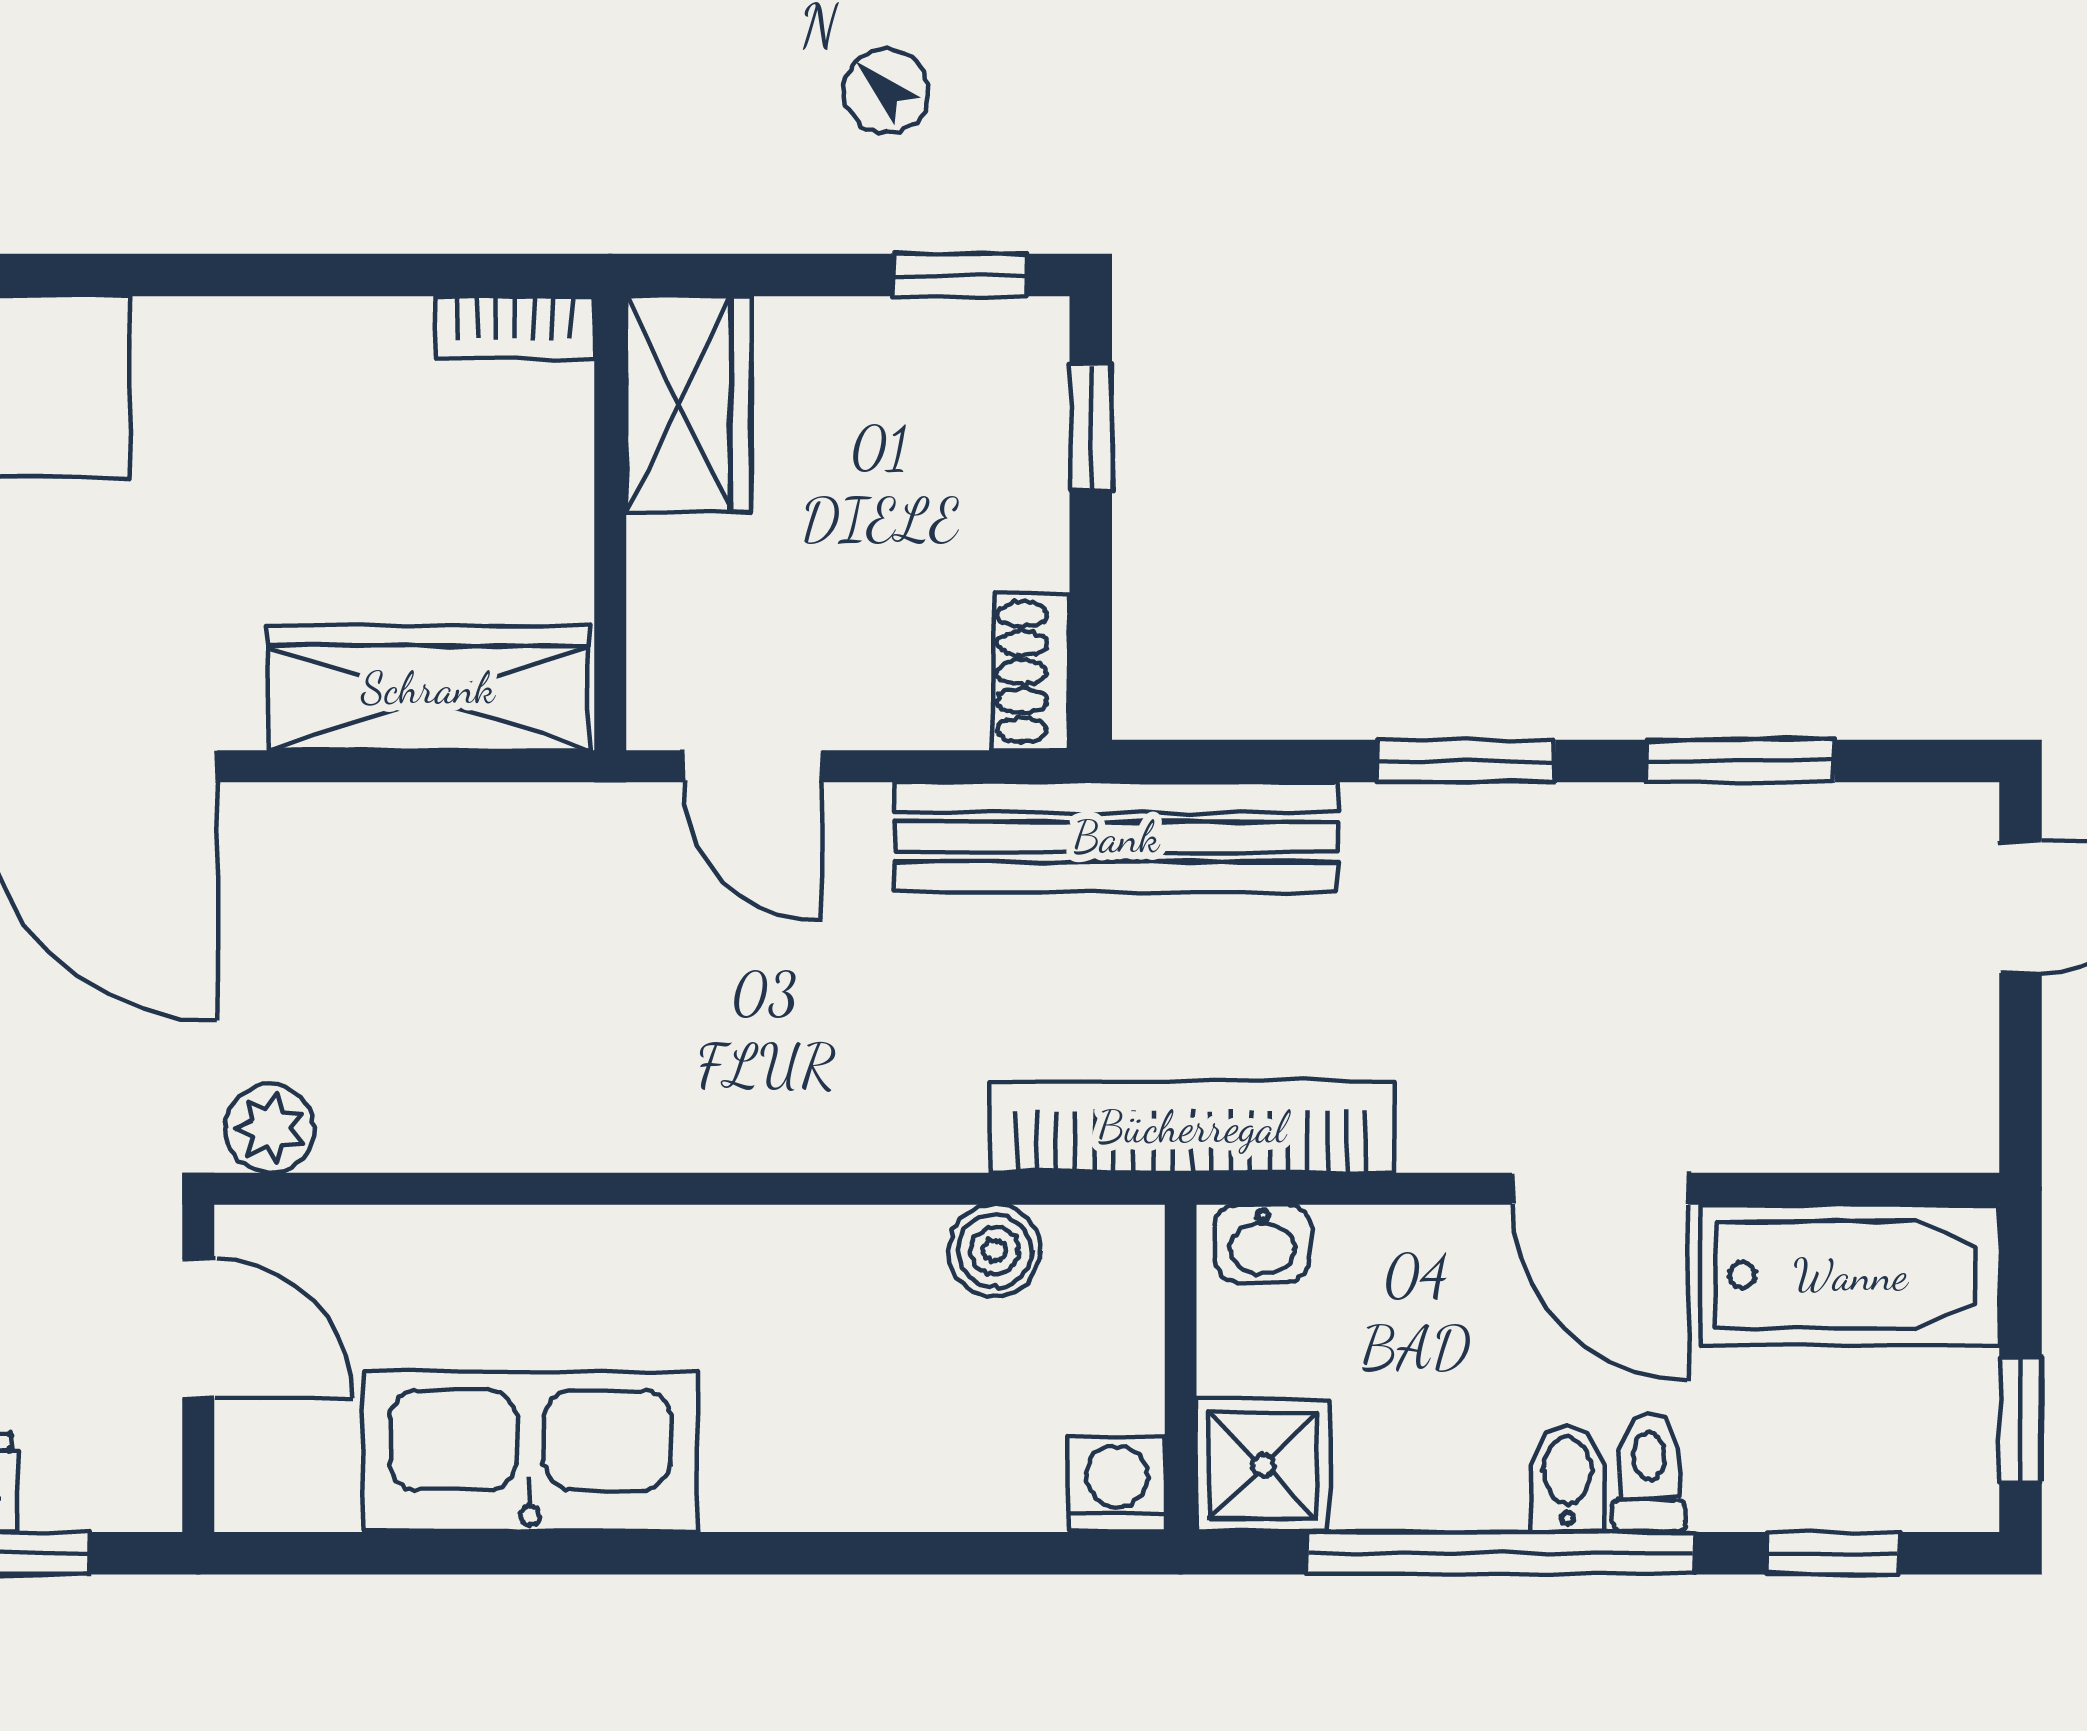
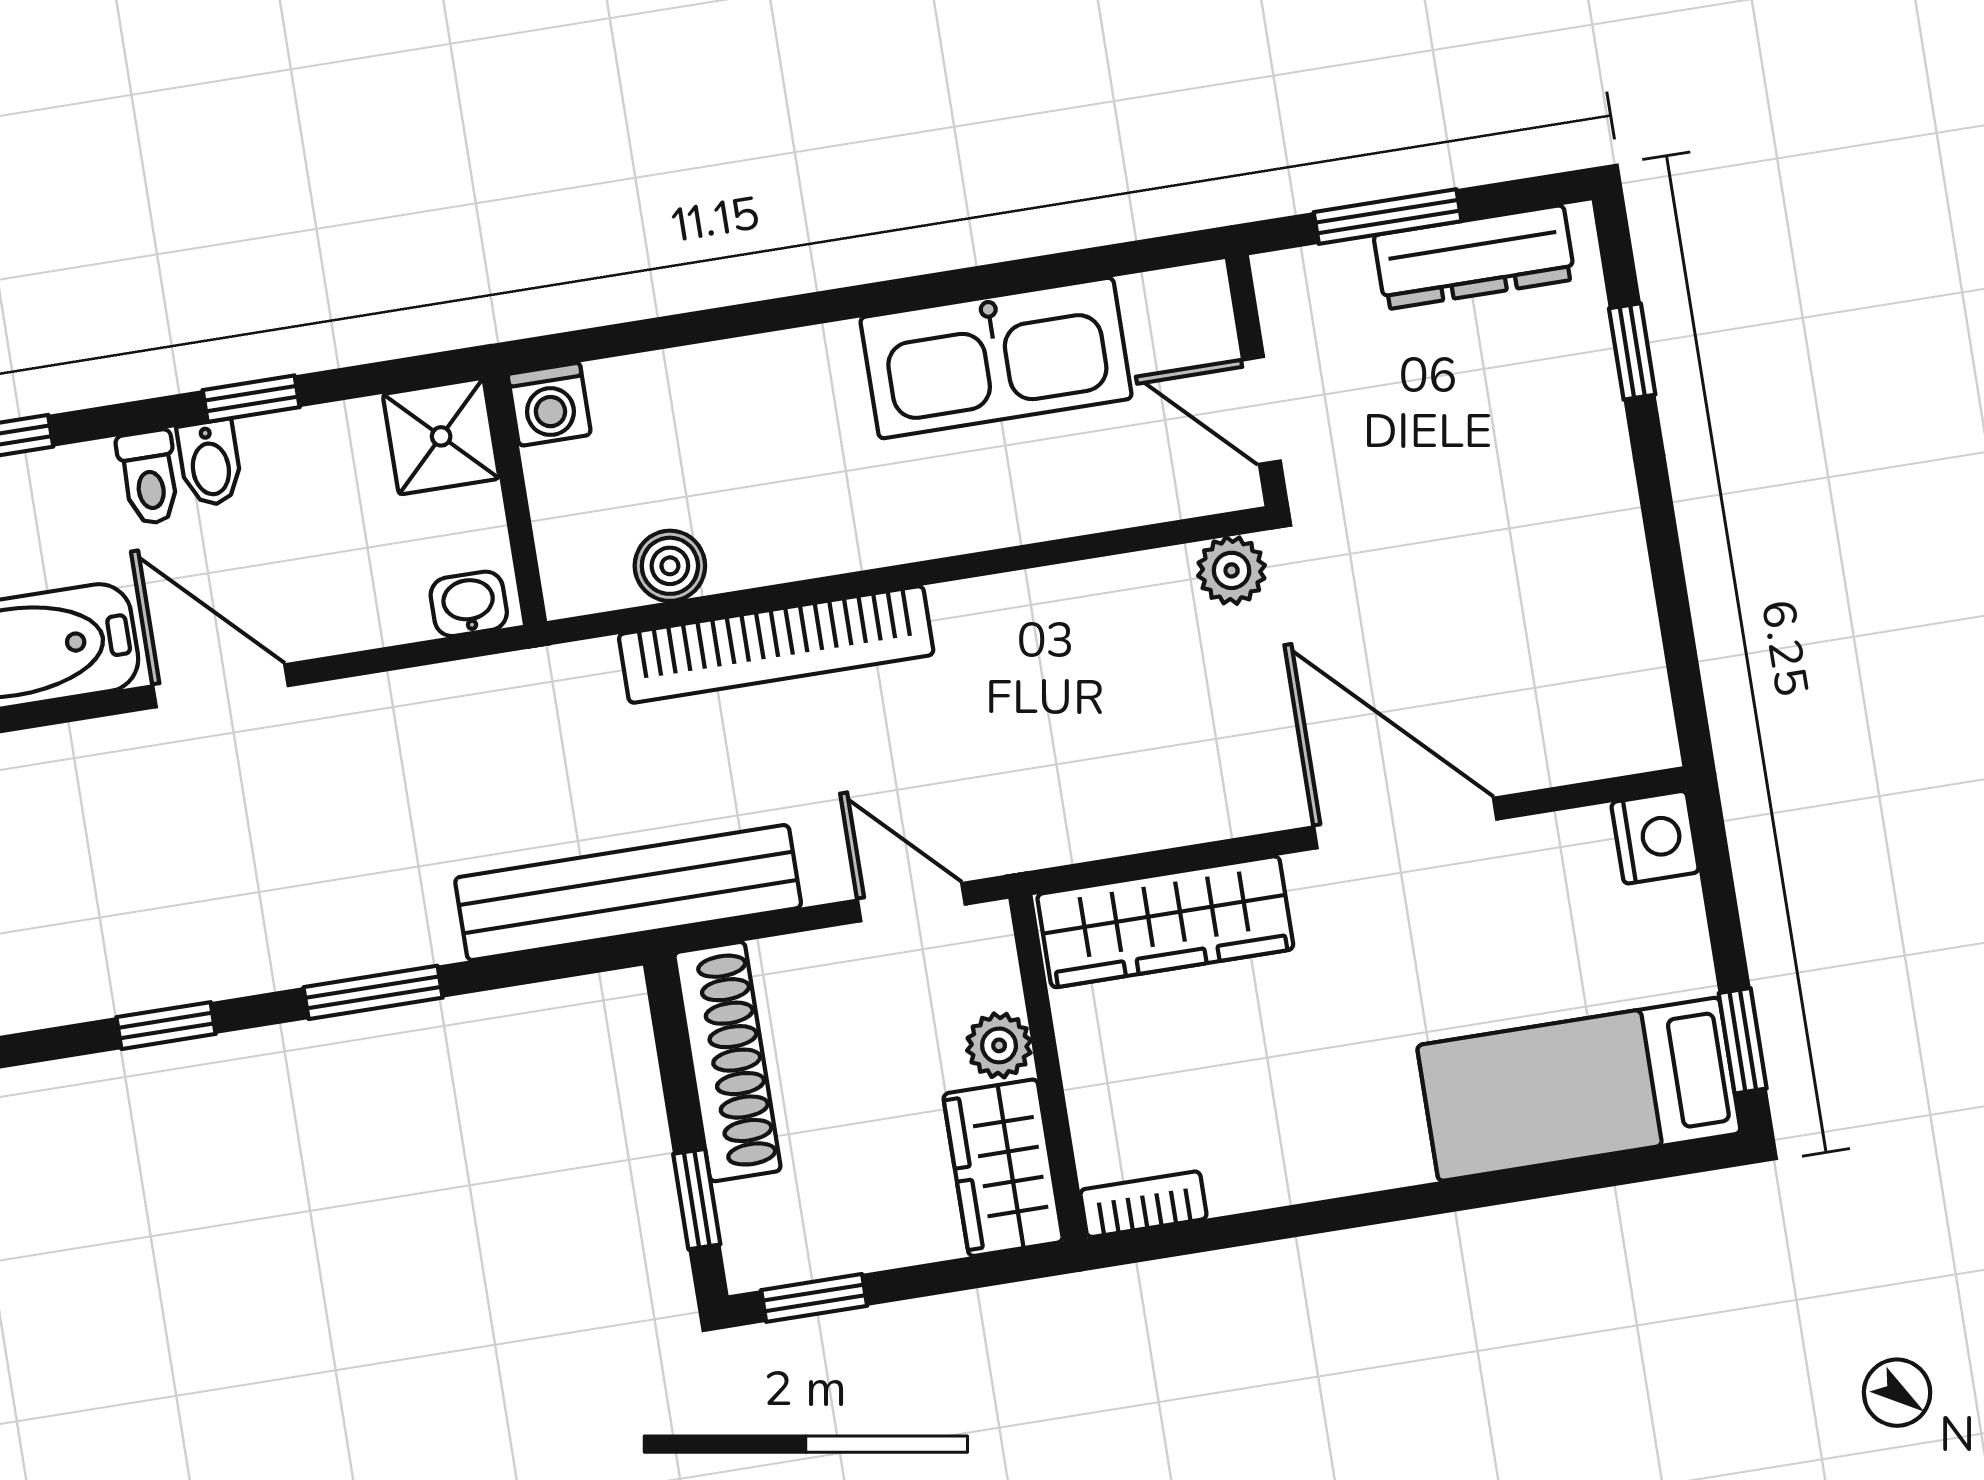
plant: (669, 563) -> (999, 1045), added
shoe rack: (1032, 672) -> (727, 1062), width x1.94, depth x1.24
window: (1741, 761) -> (166, 1026), width x0.67
bookcase: (1192, 1127) -> (776, 644), moved
window: (1501, 1553) -> (251, 399), width x0.32

